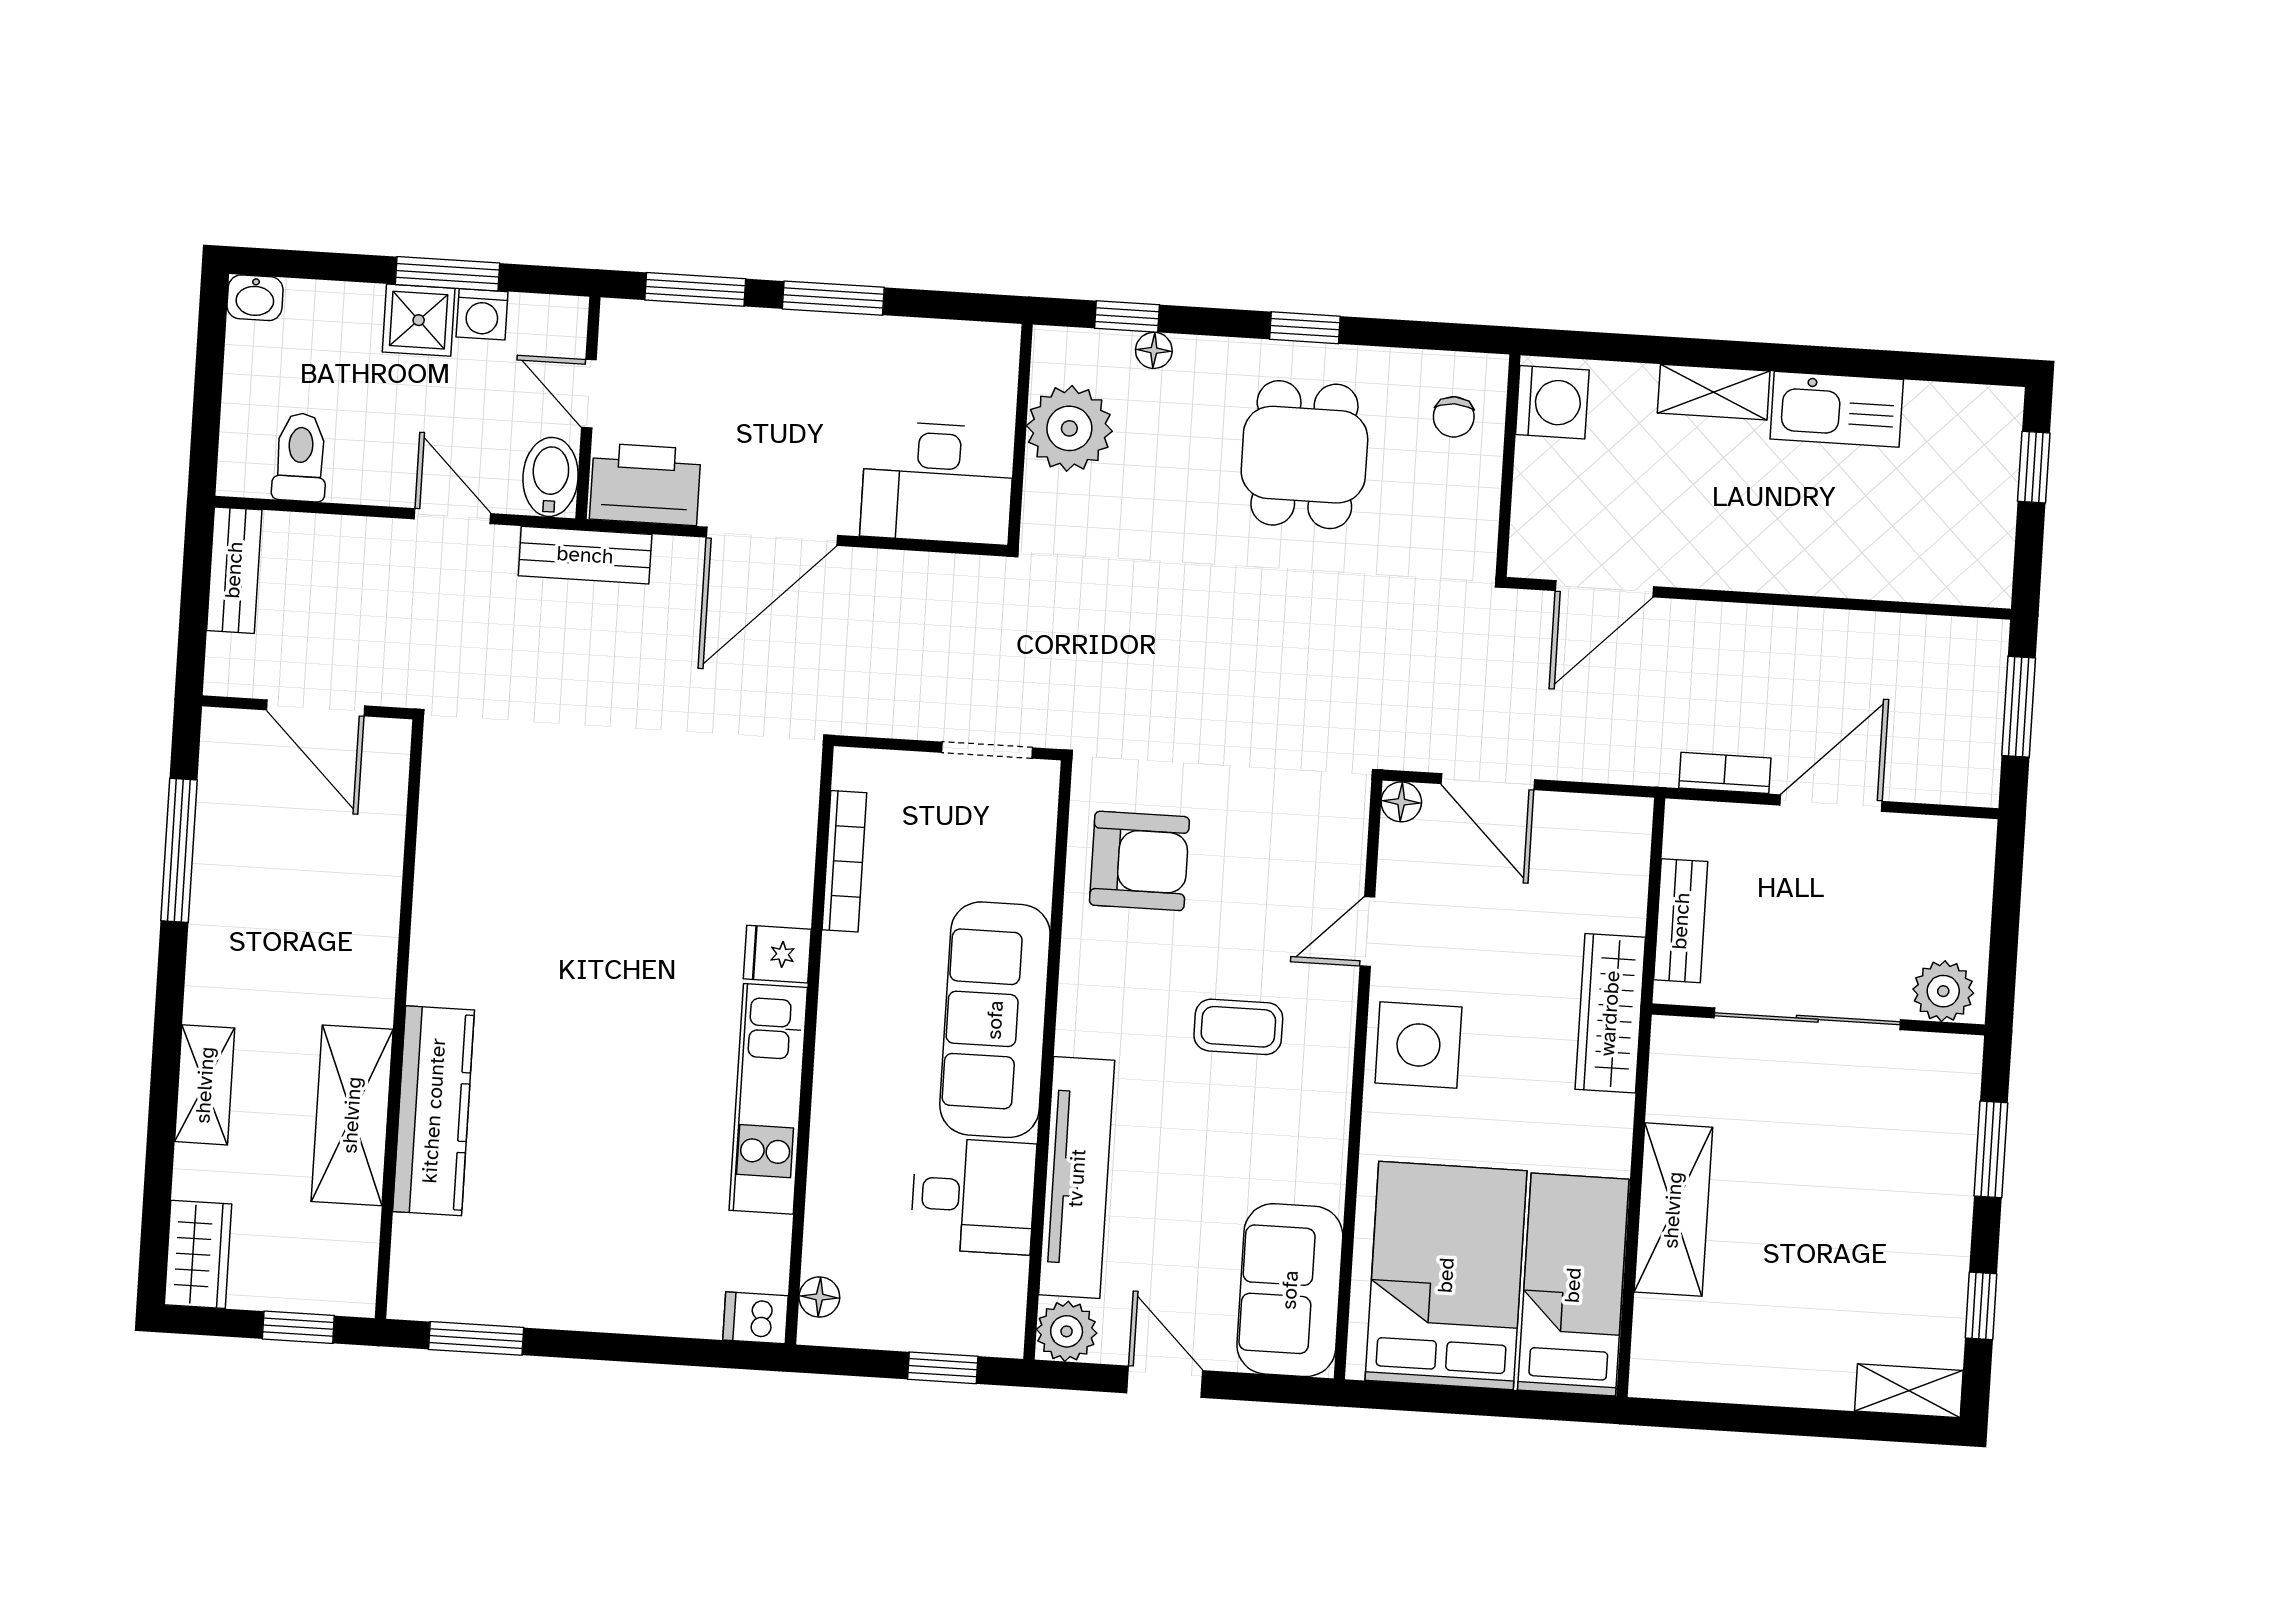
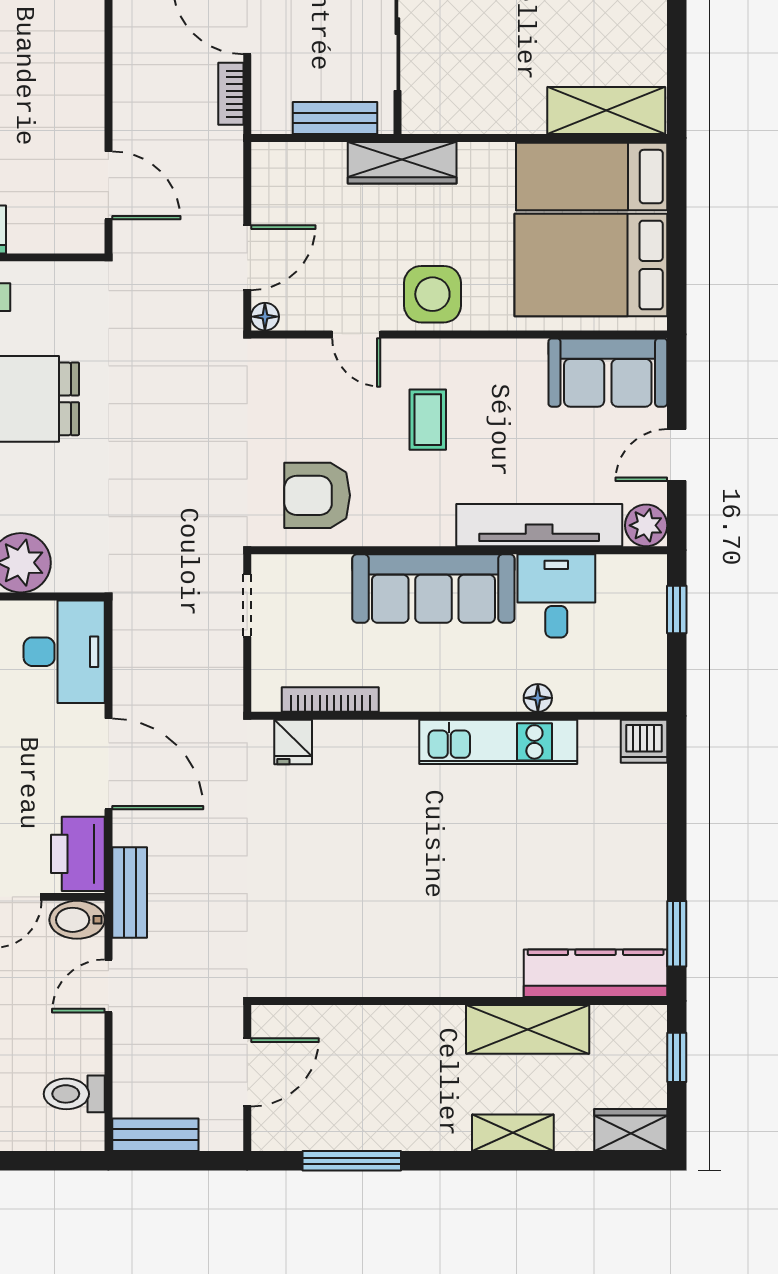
armchair: (1139, 861) -> (317, 495), turned -90
fridge: (777, 954) -> (293, 742), moved
kitchen counter: (434, 1111) -> (596, 973), moved
shelving: (1673, 1210) -> (606, 111), moved
floor lamp: (819, 1297) -> (538, 698), moved
dishwasher: (755, 1318) -> (644, 741), width x1.38

